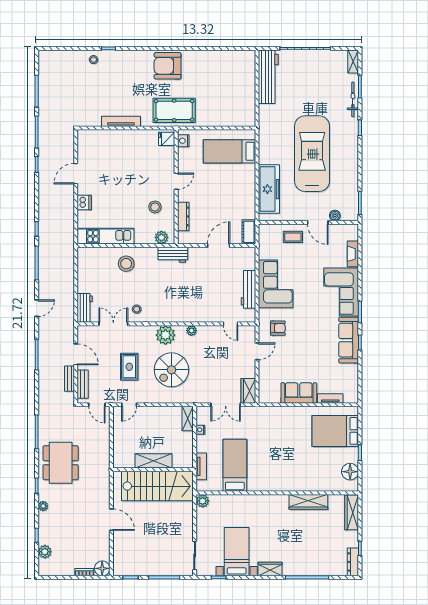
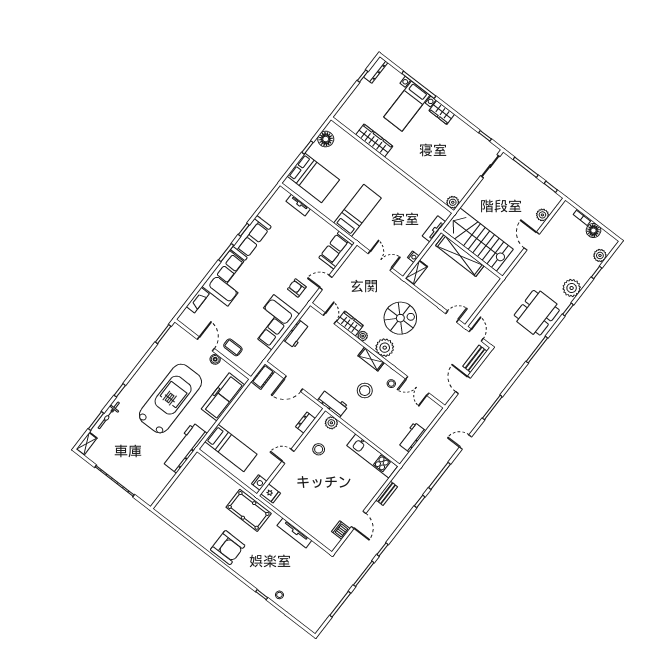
workbench: (268, 77) -> (185, 448), moved
car: (312, 154) -> (170, 398), turned 180
door: (76, 174) -> (359, 520), hinge flipped
dishwasher: (84, 202) -> (341, 530), moved
boiler: (335, 215) -> (215, 359), moved
dresser: (183, 216) -> (305, 423), width x0.70
stool: (126, 264) -> (365, 391), moved
workbench: (248, 289) -> (296, 334), width x0.73
workbench: (85, 308) -> (412, 437), moved
shelving: (169, 317) -> (371, 359), added
rug: (129, 367) -> (430, 345), removed
bench: (69, 379) -> (387, 493), moved
wardrobe: (248, 391) -> (350, 324), moved, turned -90
sofa: (299, 393) -> (337, 250), moved, turned 90
shelving: (154, 461) -> (460, 256), width x1.47
bed: (235, 465) -> (357, 210), moved, turned 180
plant: (43, 506) -> (572, 288), width x1.88, depth x1.88
wardrobe: (352, 512) -> (348, 108), removed
plant: (119, 548) -> (542, 215), added
bed with nightstands: (237, 552) -> (407, 106), moved
floor lamp: (102, 568) -> (593, 231), moved

